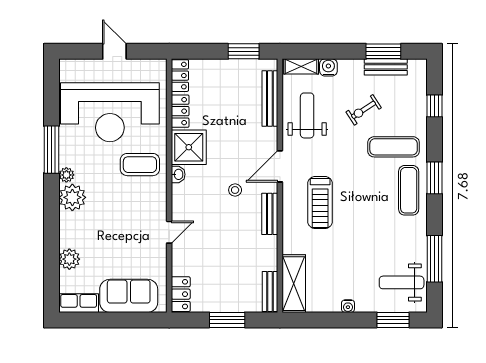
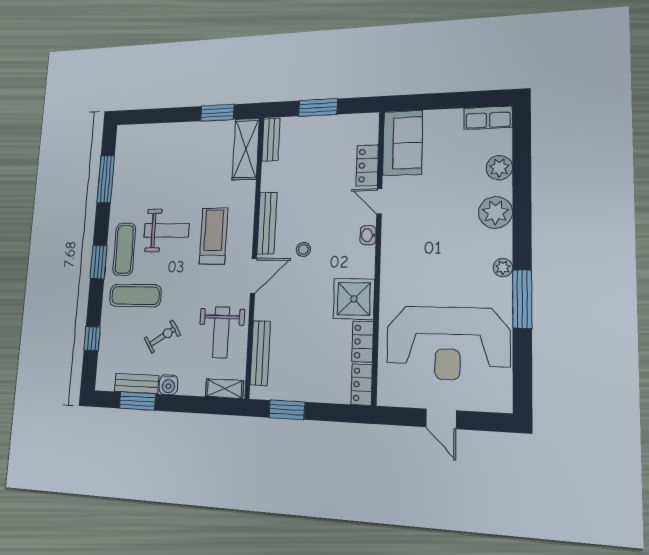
water cooler: (328, 67) -> (168, 385), moved
reception desk: (110, 112) -> (448, 343), turned 180
coffee table: (140, 165) -> (412, 279), removed
washbasin: (178, 174) -> (368, 235), moved
plant: (72, 197) -> (495, 212), moved
bench: (270, 214) -> (267, 223), width x1.36
door: (169, 232) -> (379, 201), hinge flipped
weight bench: (402, 282) -> (167, 230), moved
locker: (181, 294) -> (367, 165), moved
sofa: (129, 296) -> (403, 143), moved, turned -90
water cooler: (348, 306) -> (192, 128), removed
window: (393, 320) -> (217, 113), moved

